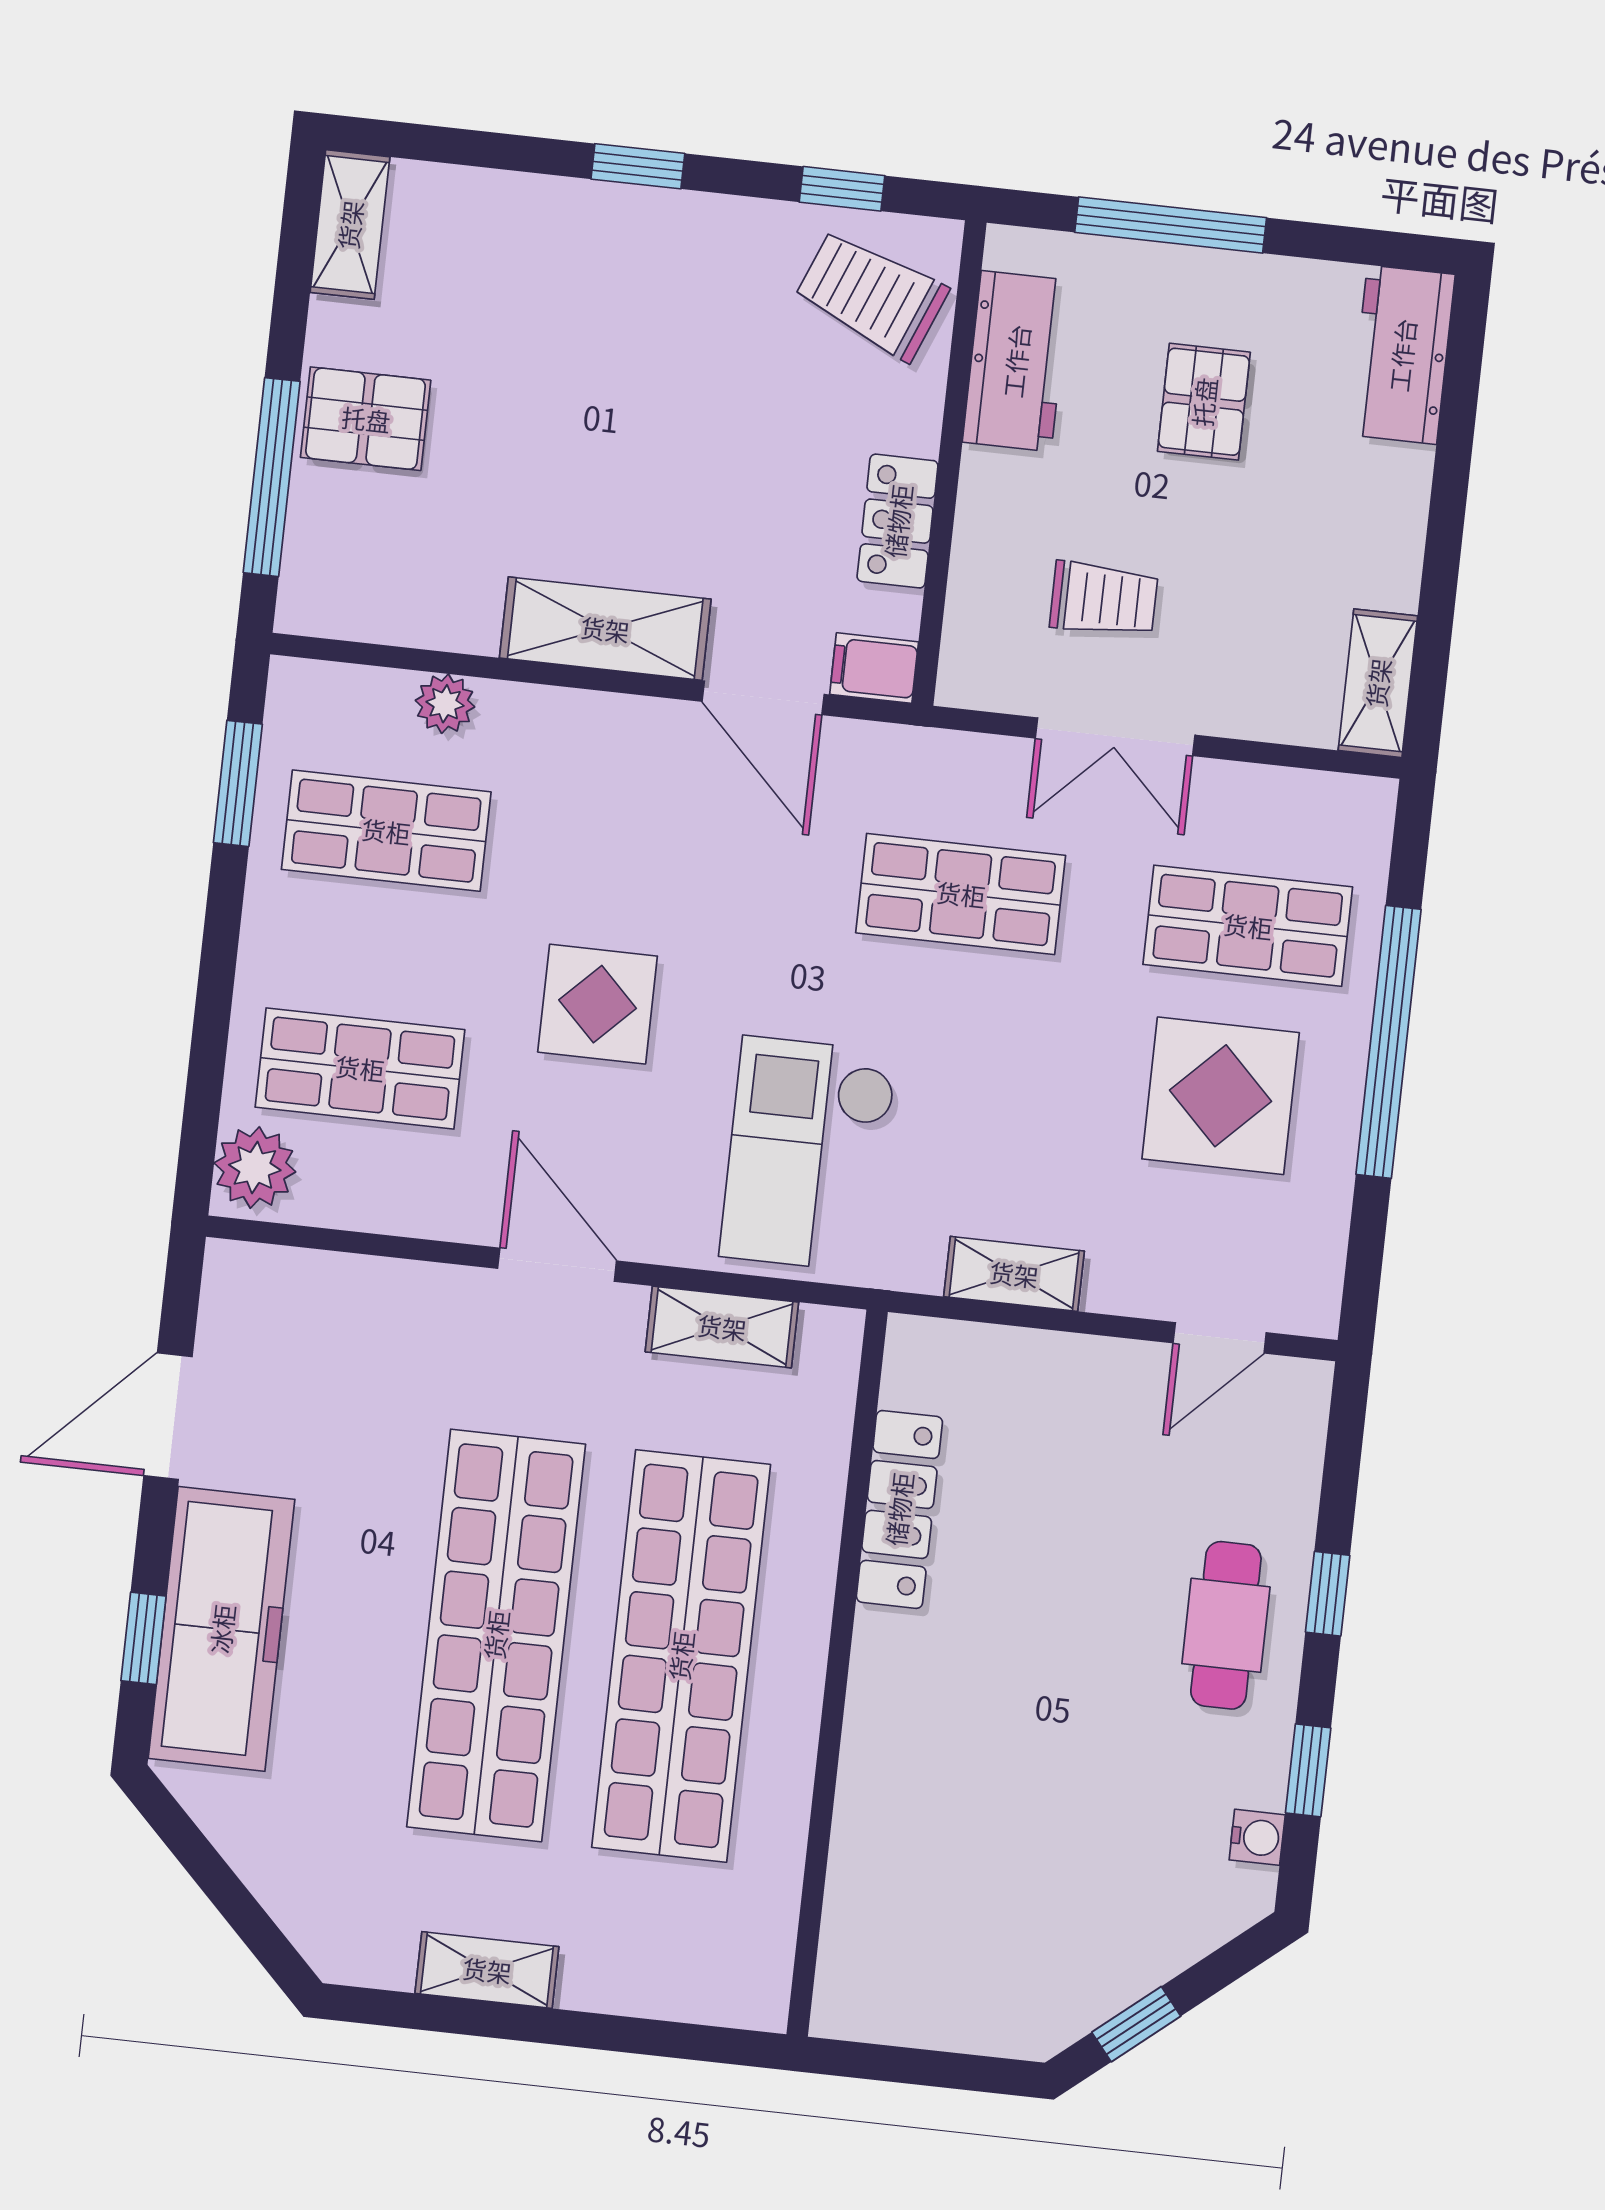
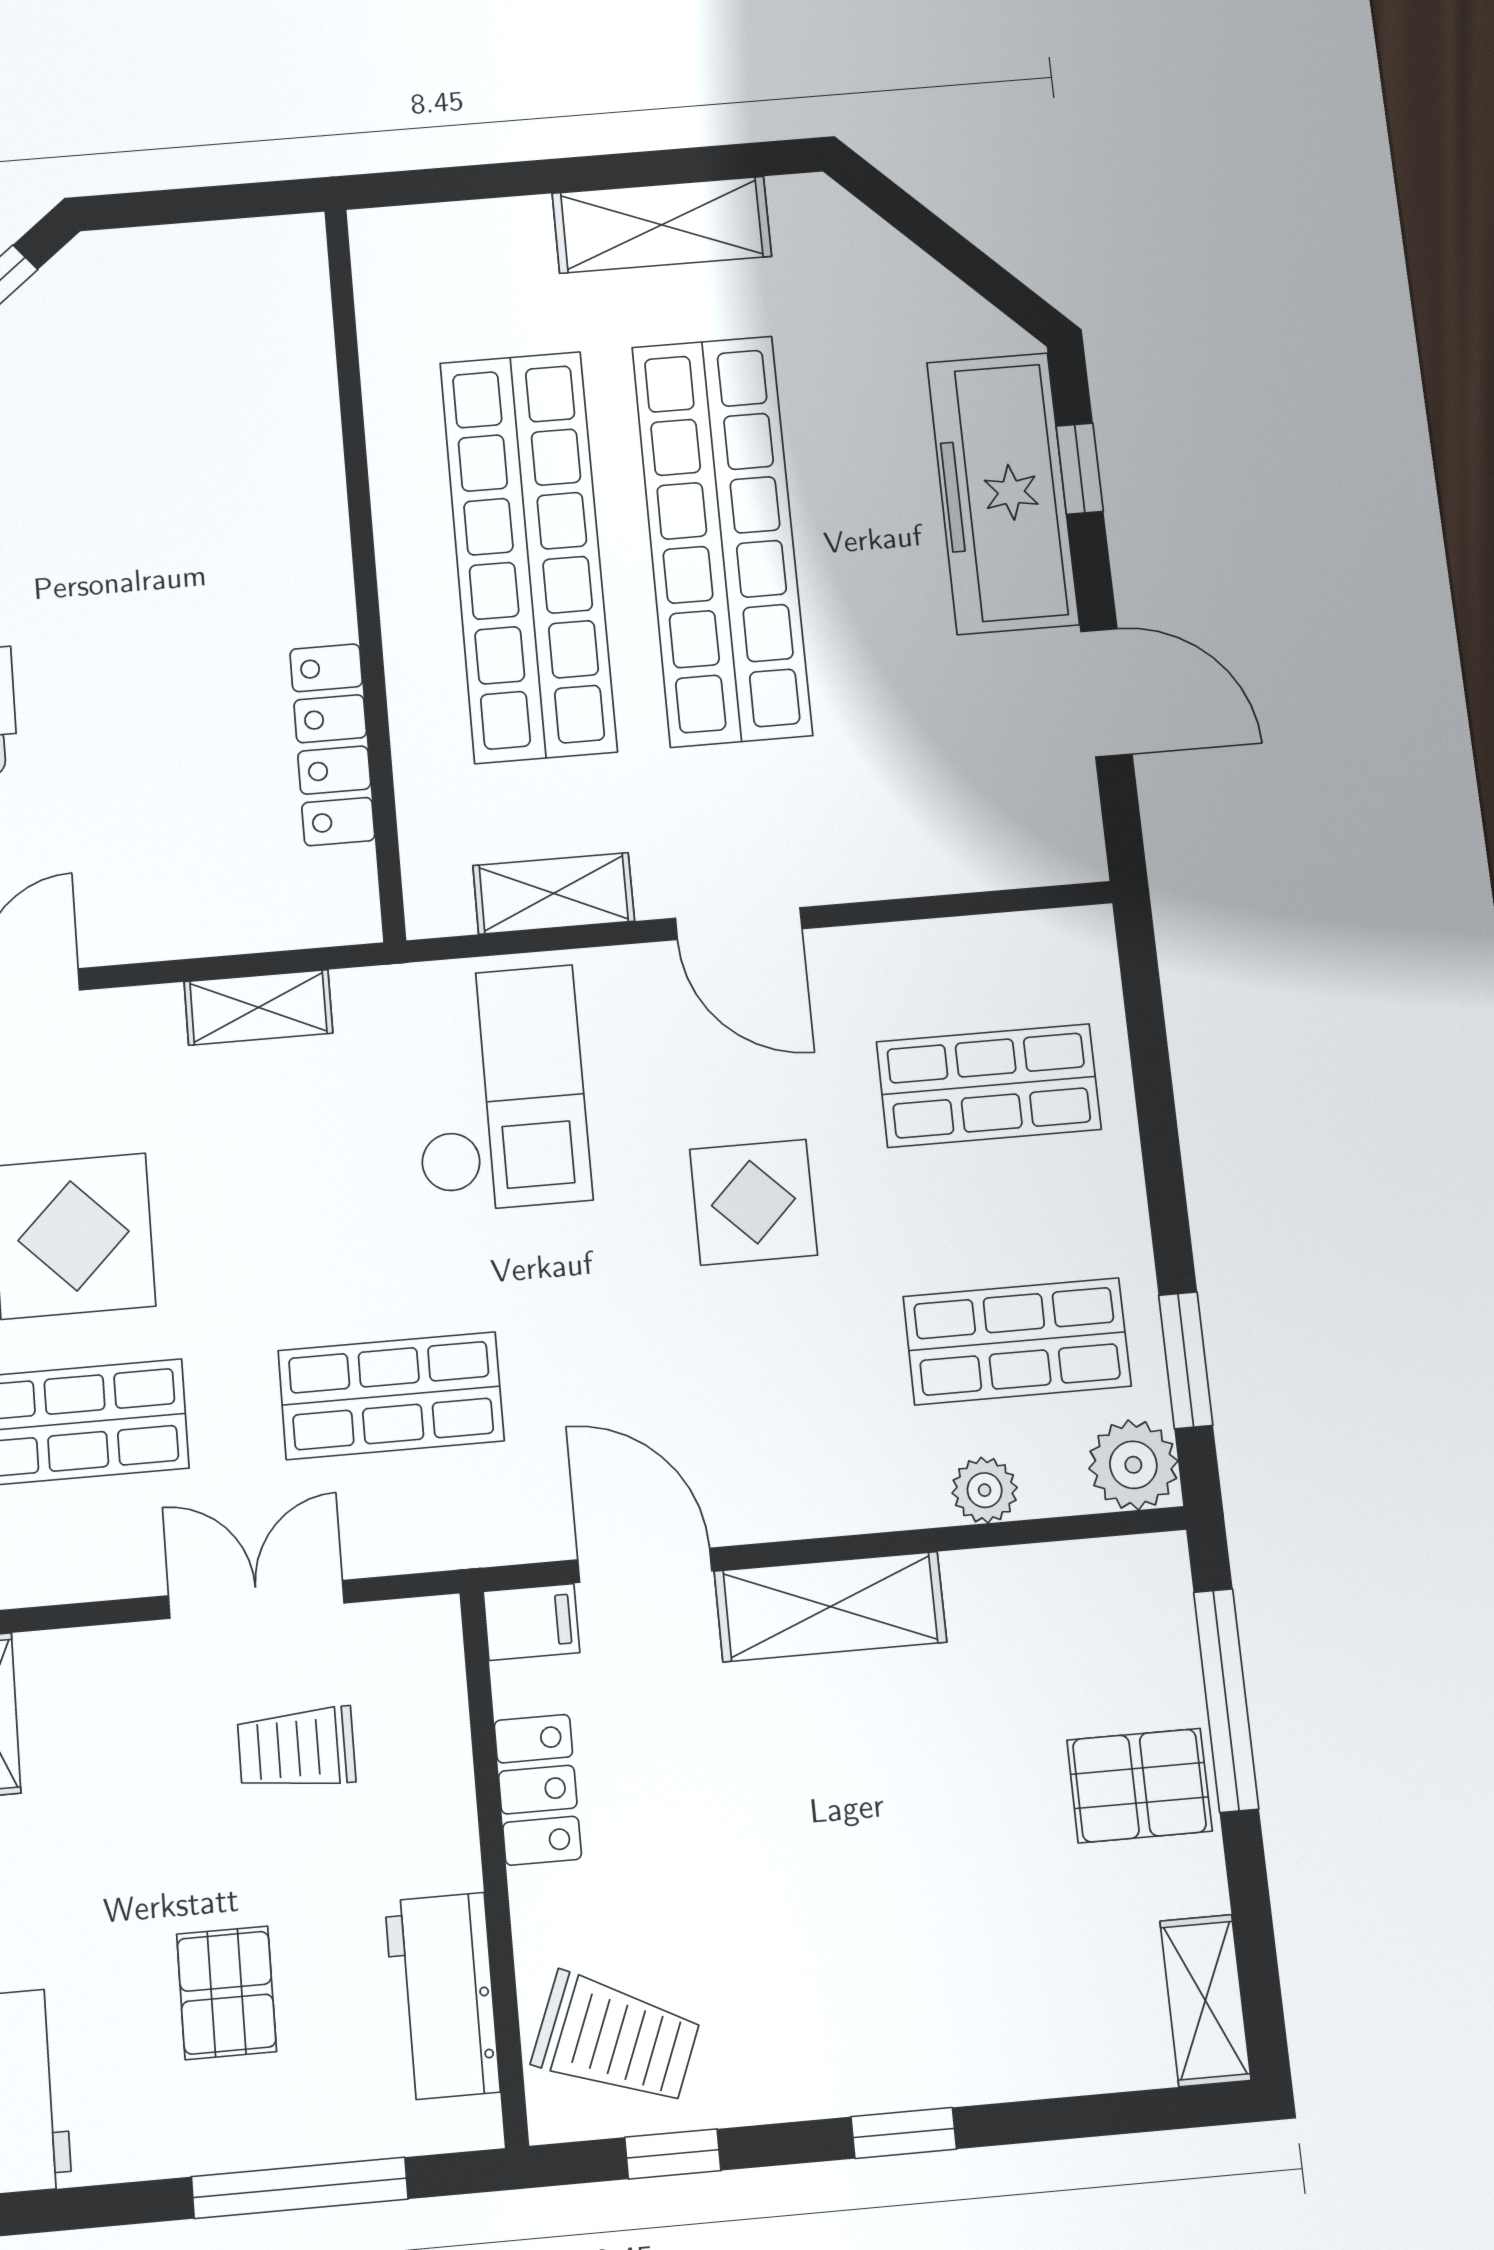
plant: (255, 1167) -> (1133, 1465), moved
door: (168, 1416) -> (1106, 693), hinge flipped
shelving: (487, 1970) -> (662, 225), width x1.50, depth x1.33

